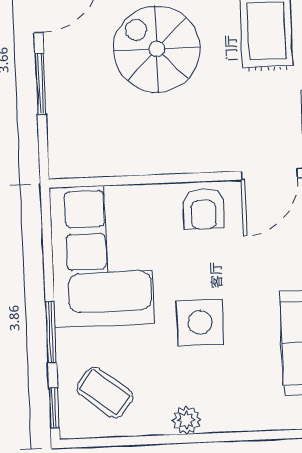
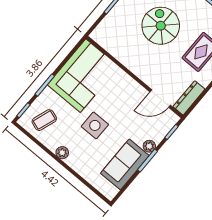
armchair: (203, 209) -> (129, 90), removed
coffee table: (105, 392) -> (44, 120), turned 71

